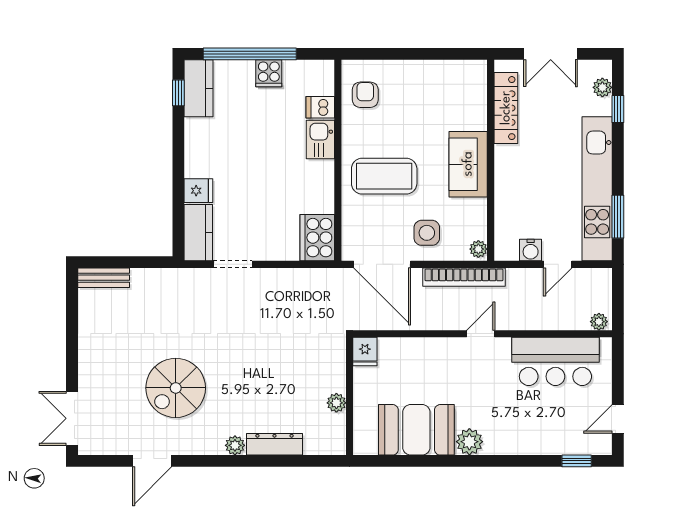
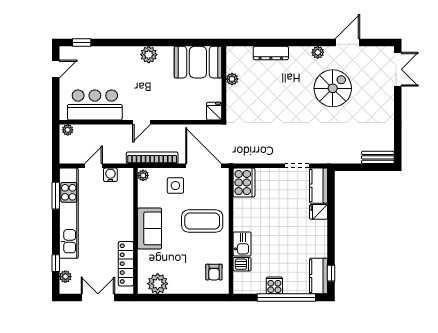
plant: (455, 76) -> (158, 284), added
booth: (416, 430) -> (198, 62), moved
plant: (235, 445) -> (318, 52), moved

